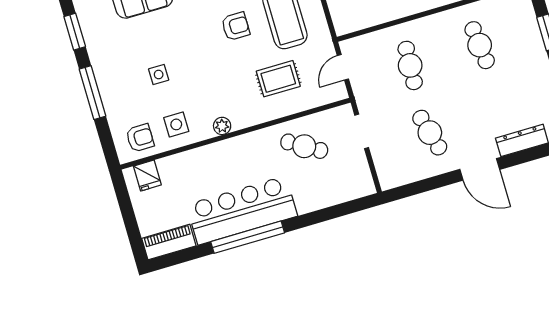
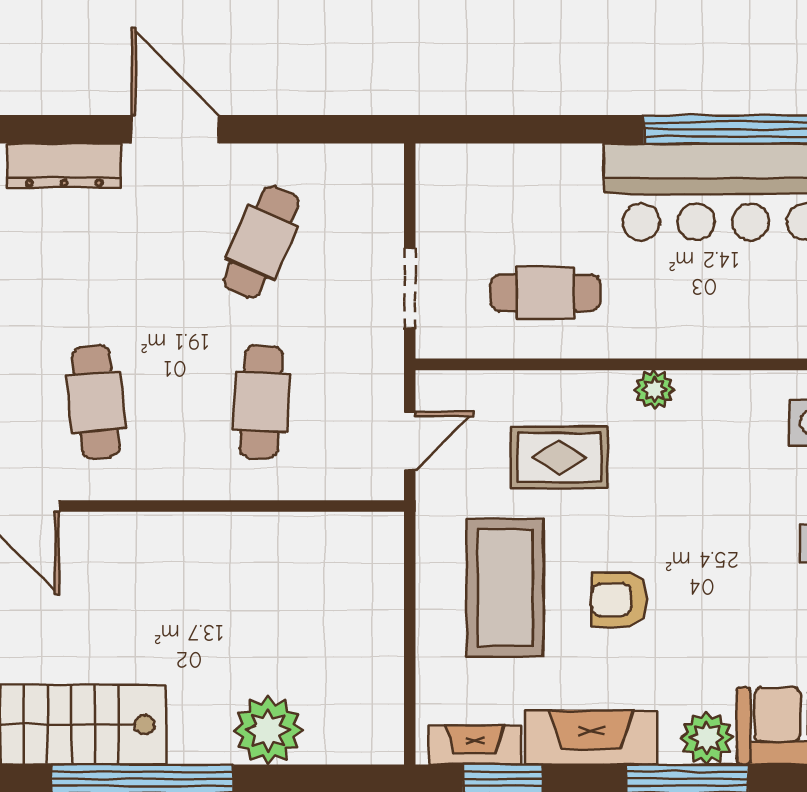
plant: (222, 126) -> (654, 390), moved
cafe table: (430, 133) -> (261, 242), turned 39
cafe table: (304, 146) -> (545, 293), turned -31

